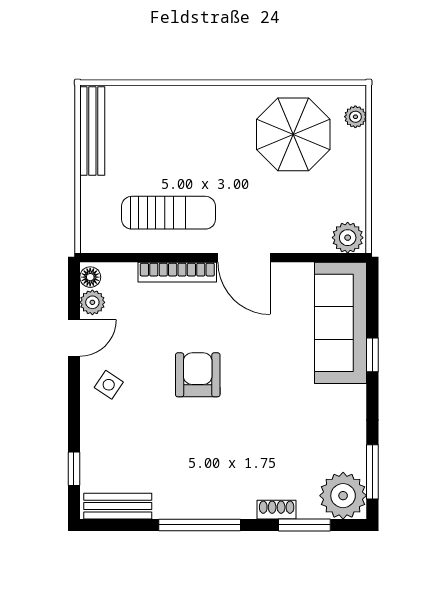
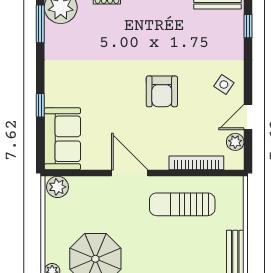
bookcase: (177, 272) -> (196, 163), moved
floor lamp: (90, 277) -> (237, 159), removed
sofa: (341, 323) -> (62, 139), width x0.73

